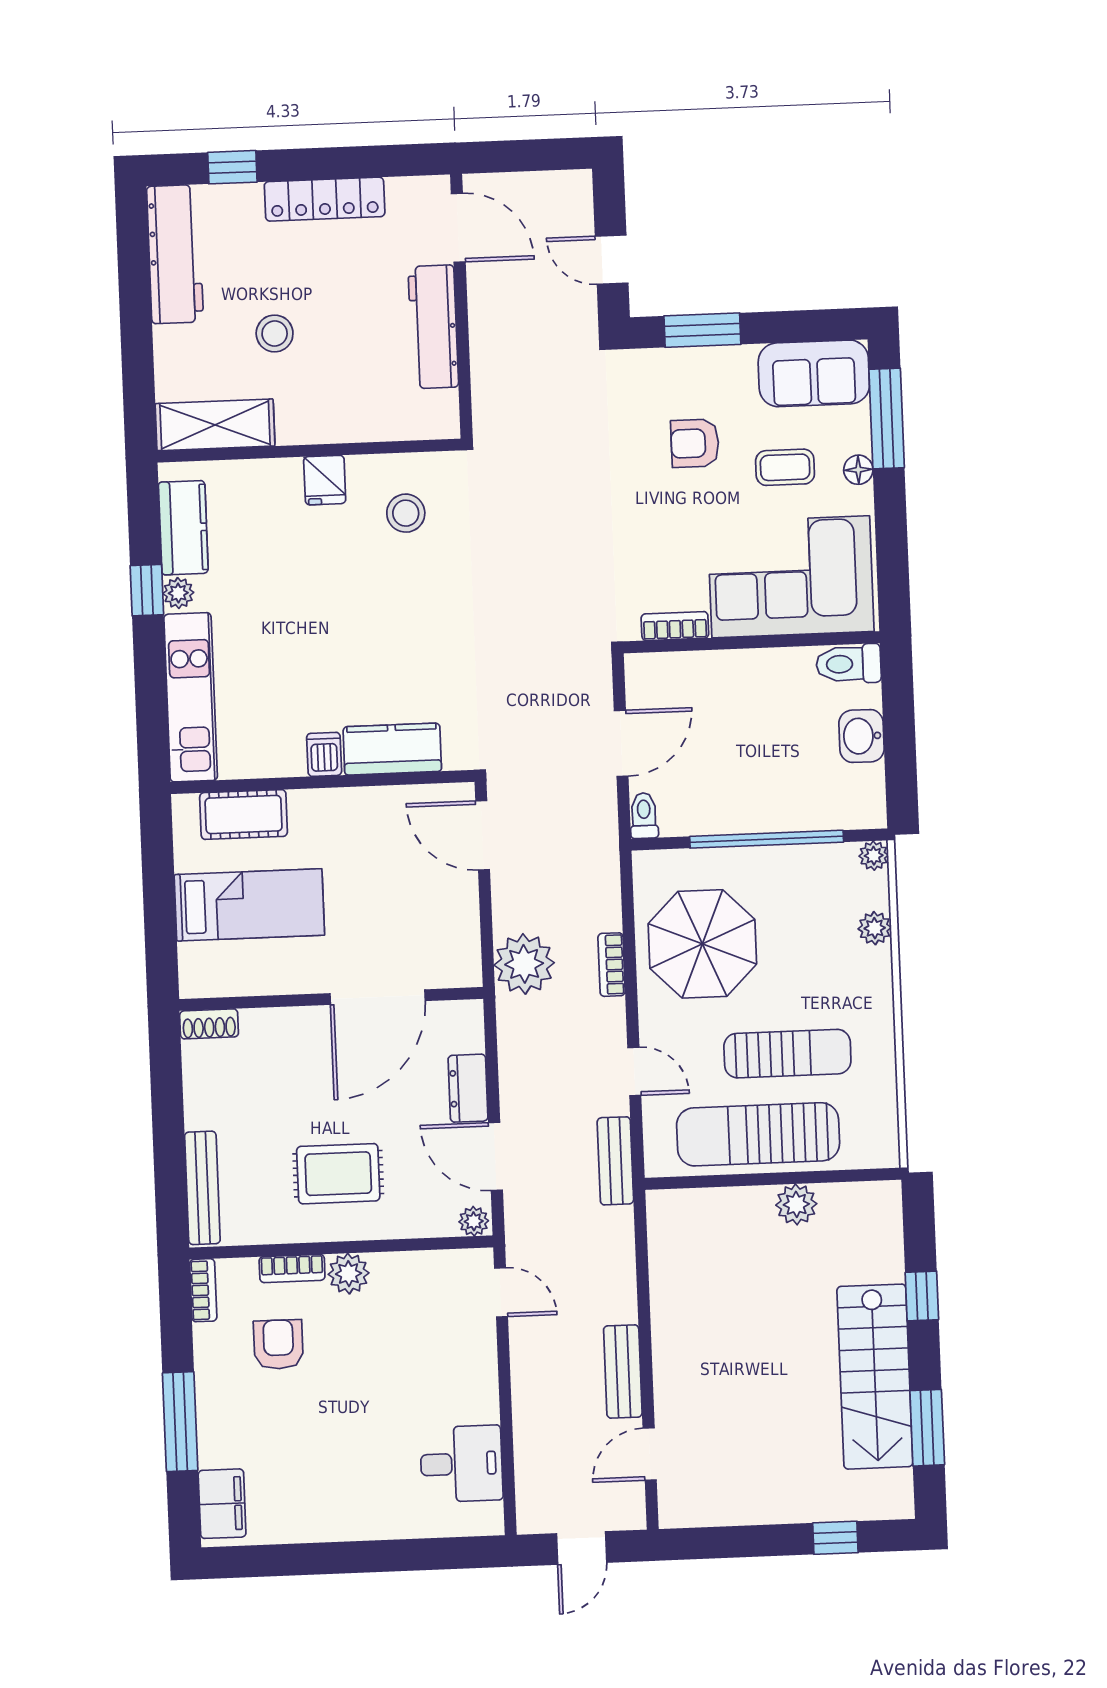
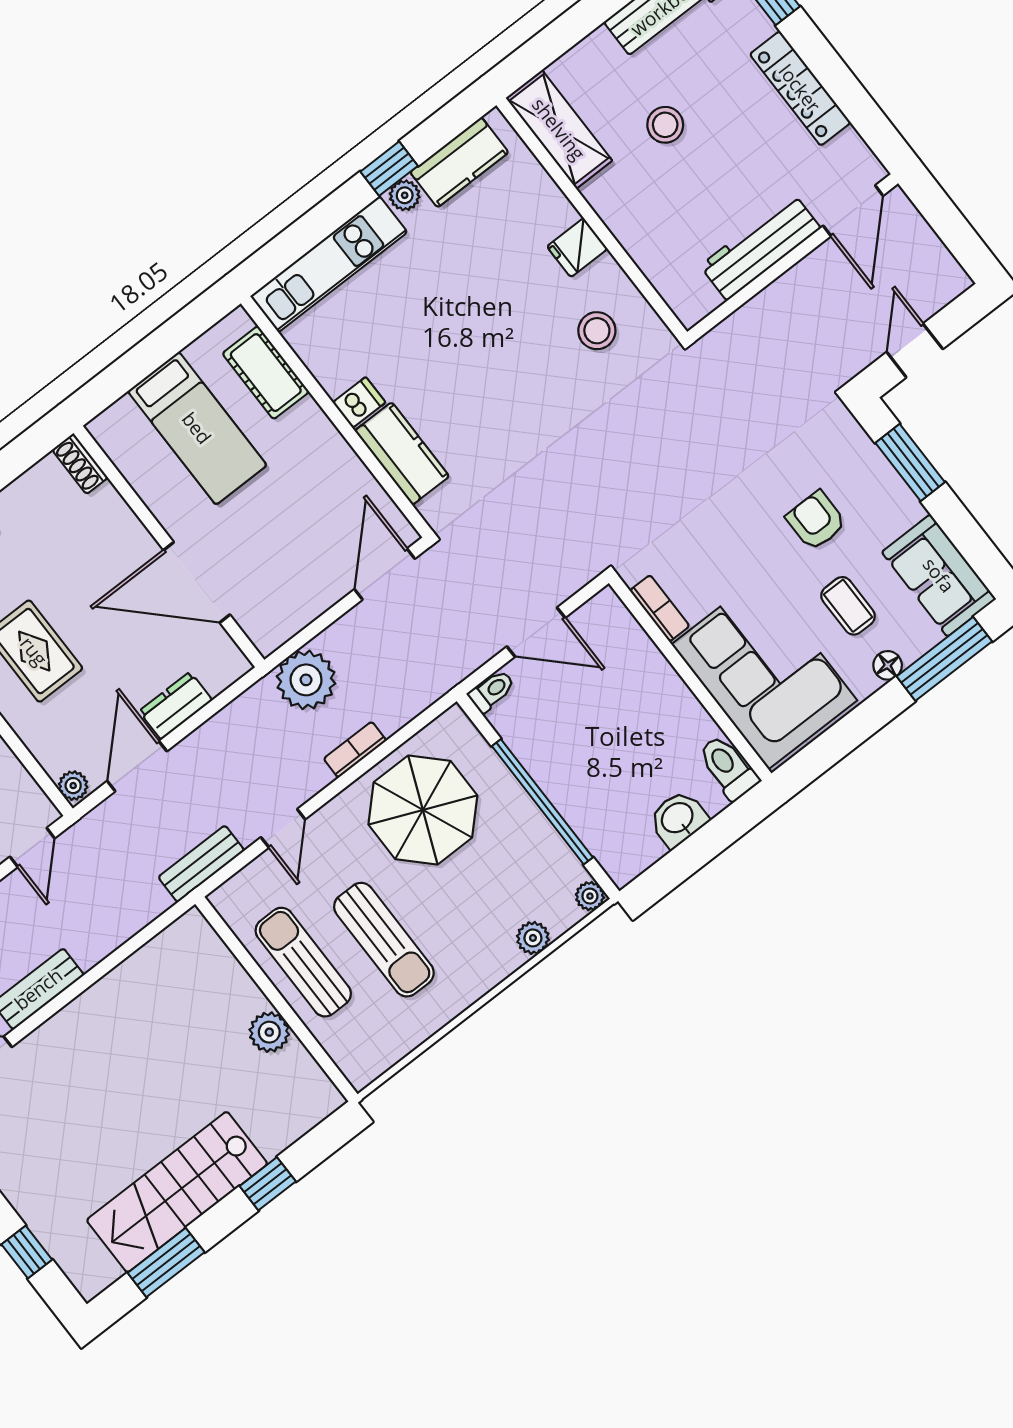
sun lounger: (758, 1134) -> (303, 962), width x0.73, depth x0.75

